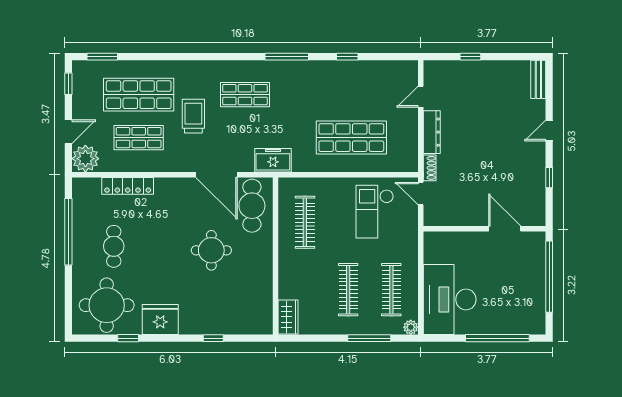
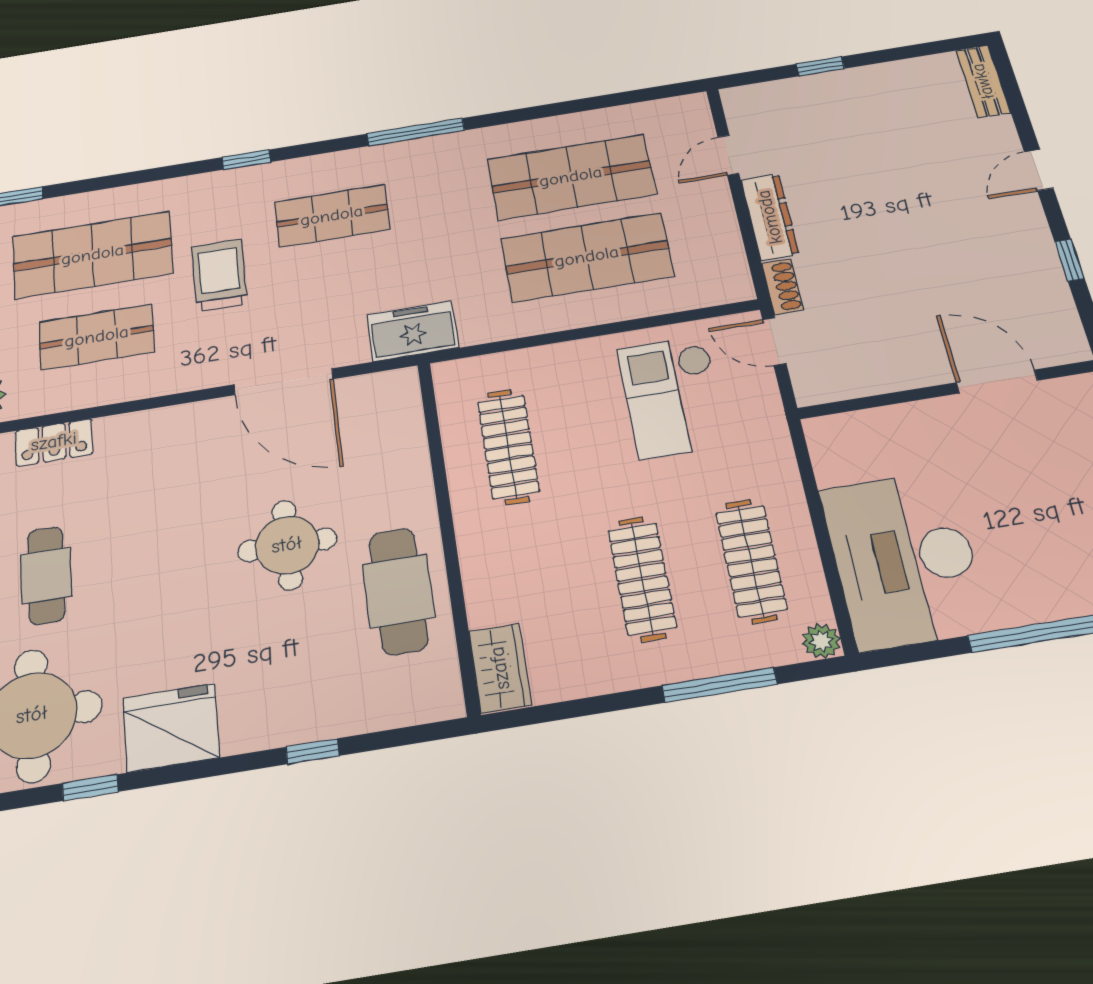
window: (347, 57) -> (246, 160), moved
shop shelf: (351, 95) -> (571, 177), added
locker: (128, 186) -> (54, 442), width x0.66
cafe table: (252, 206) -> (398, 591), moved

